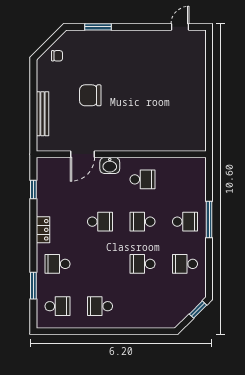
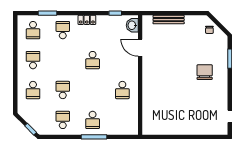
chair: (90, 95) -> (205, 72), moved
washbasin: (110, 165) -> (132, 25), moved
school desk: (142, 222) -> (33, 90), moved, turned 180

